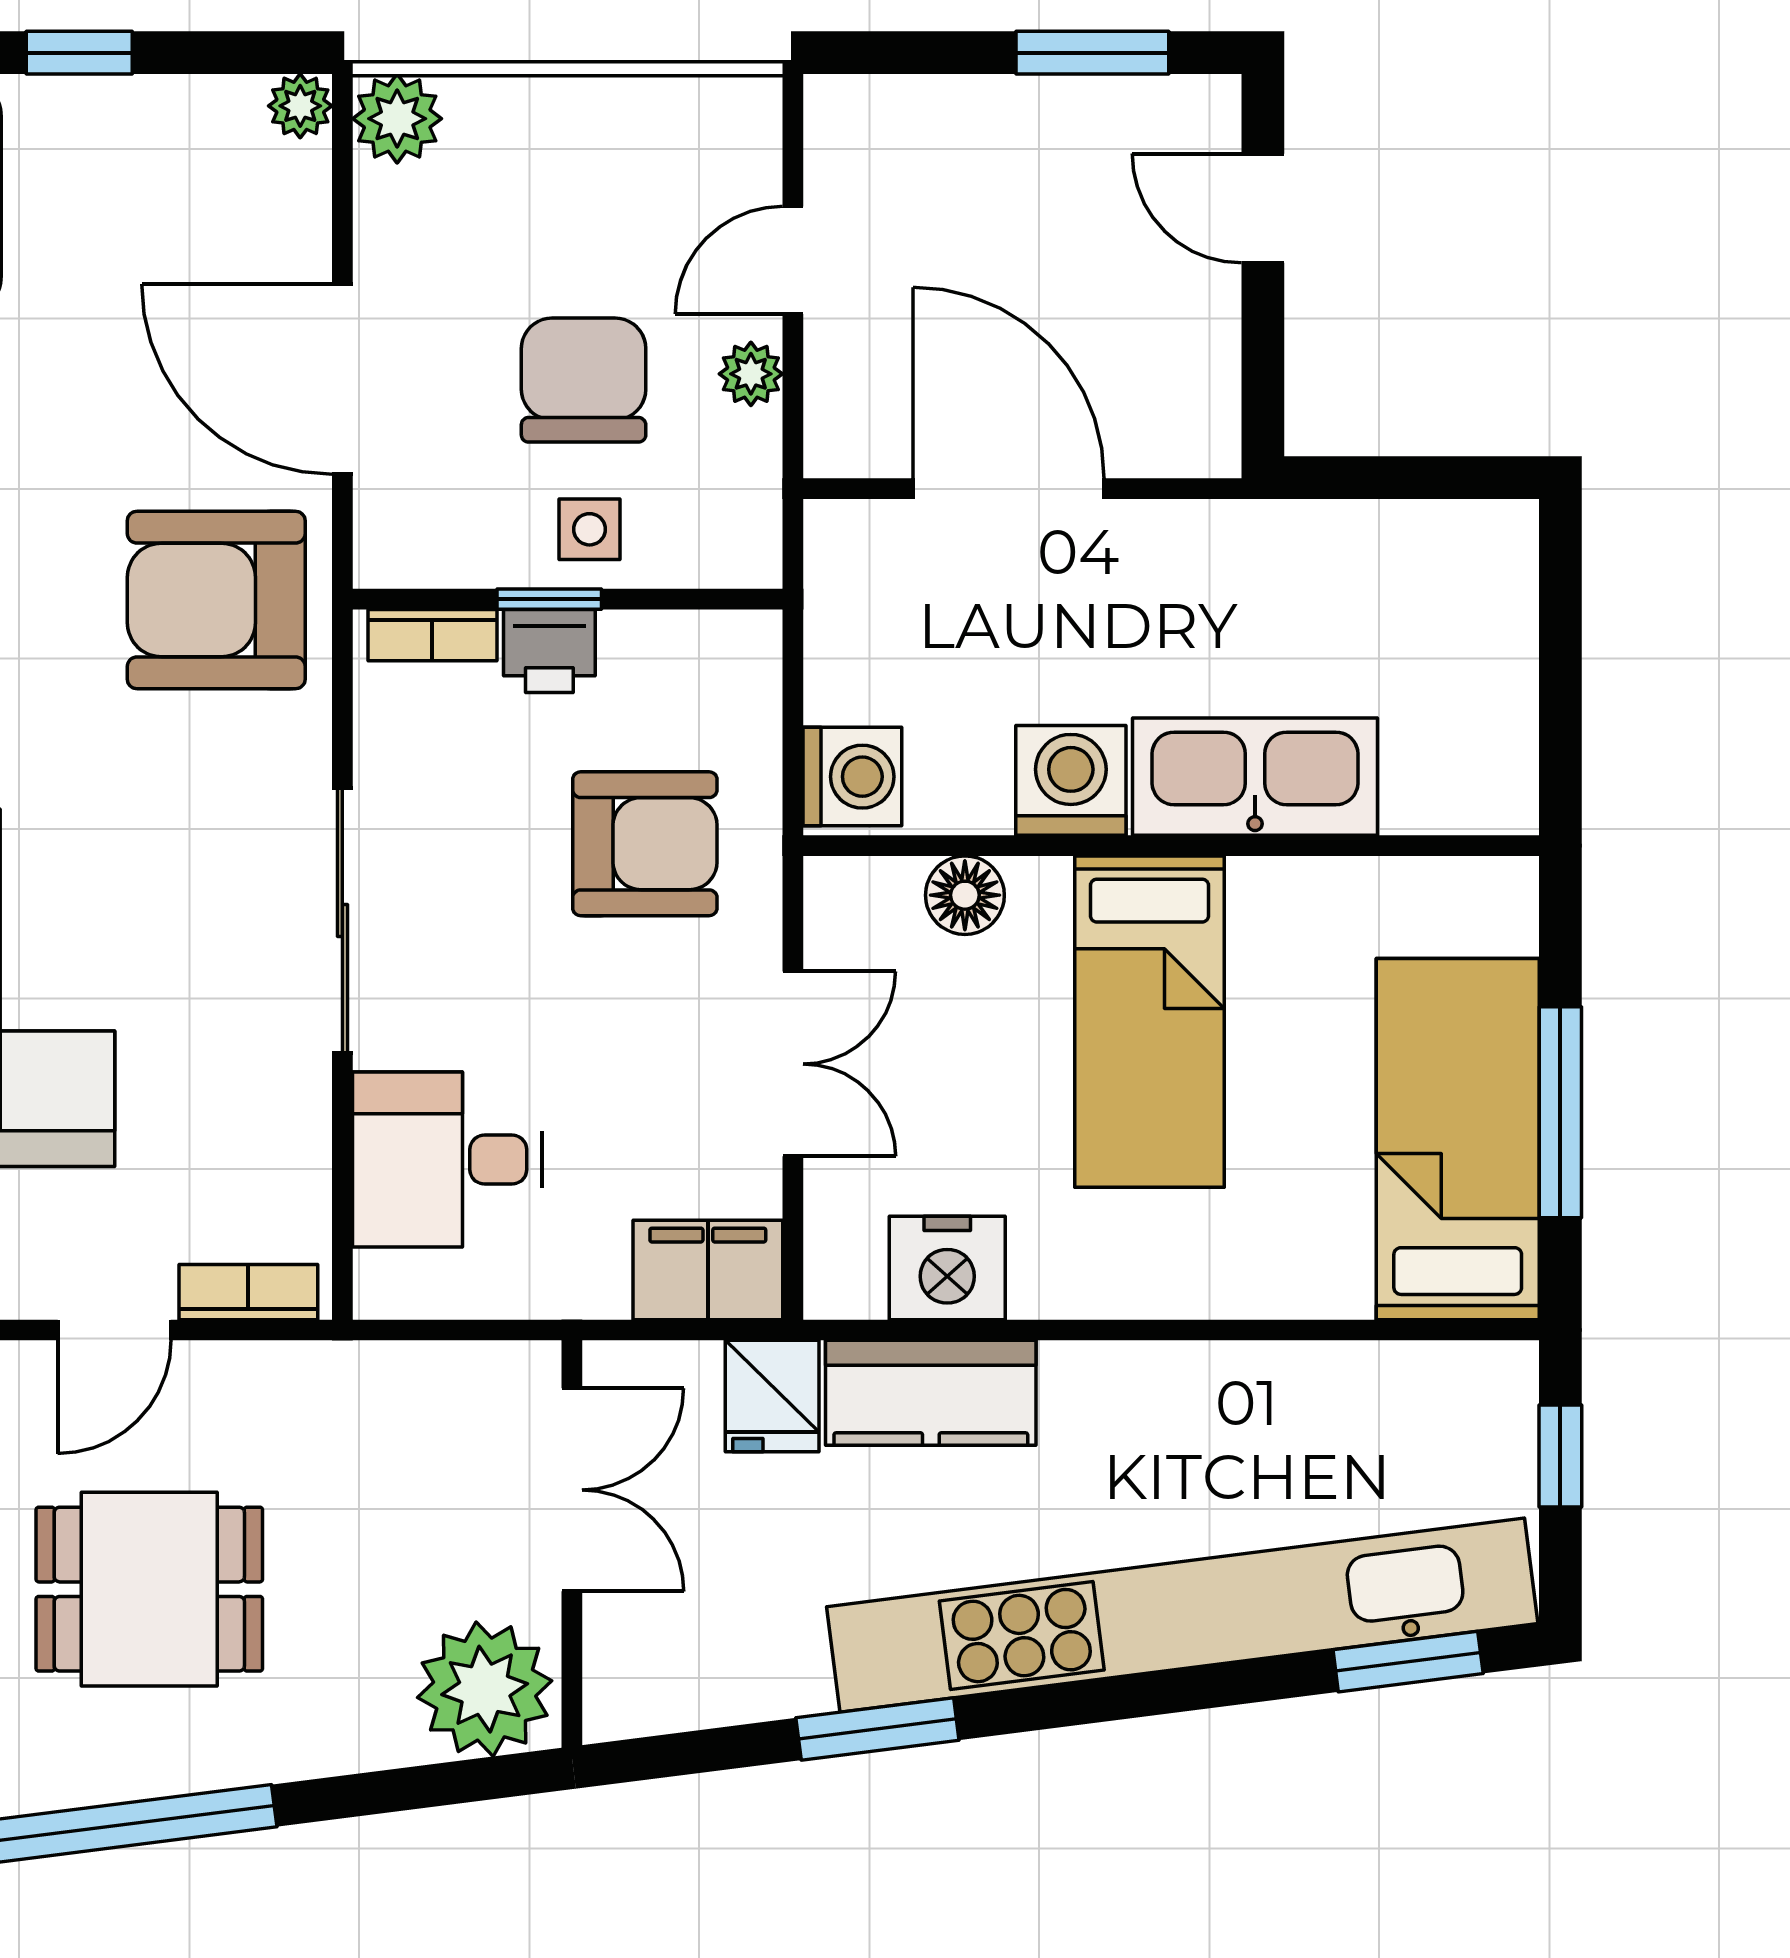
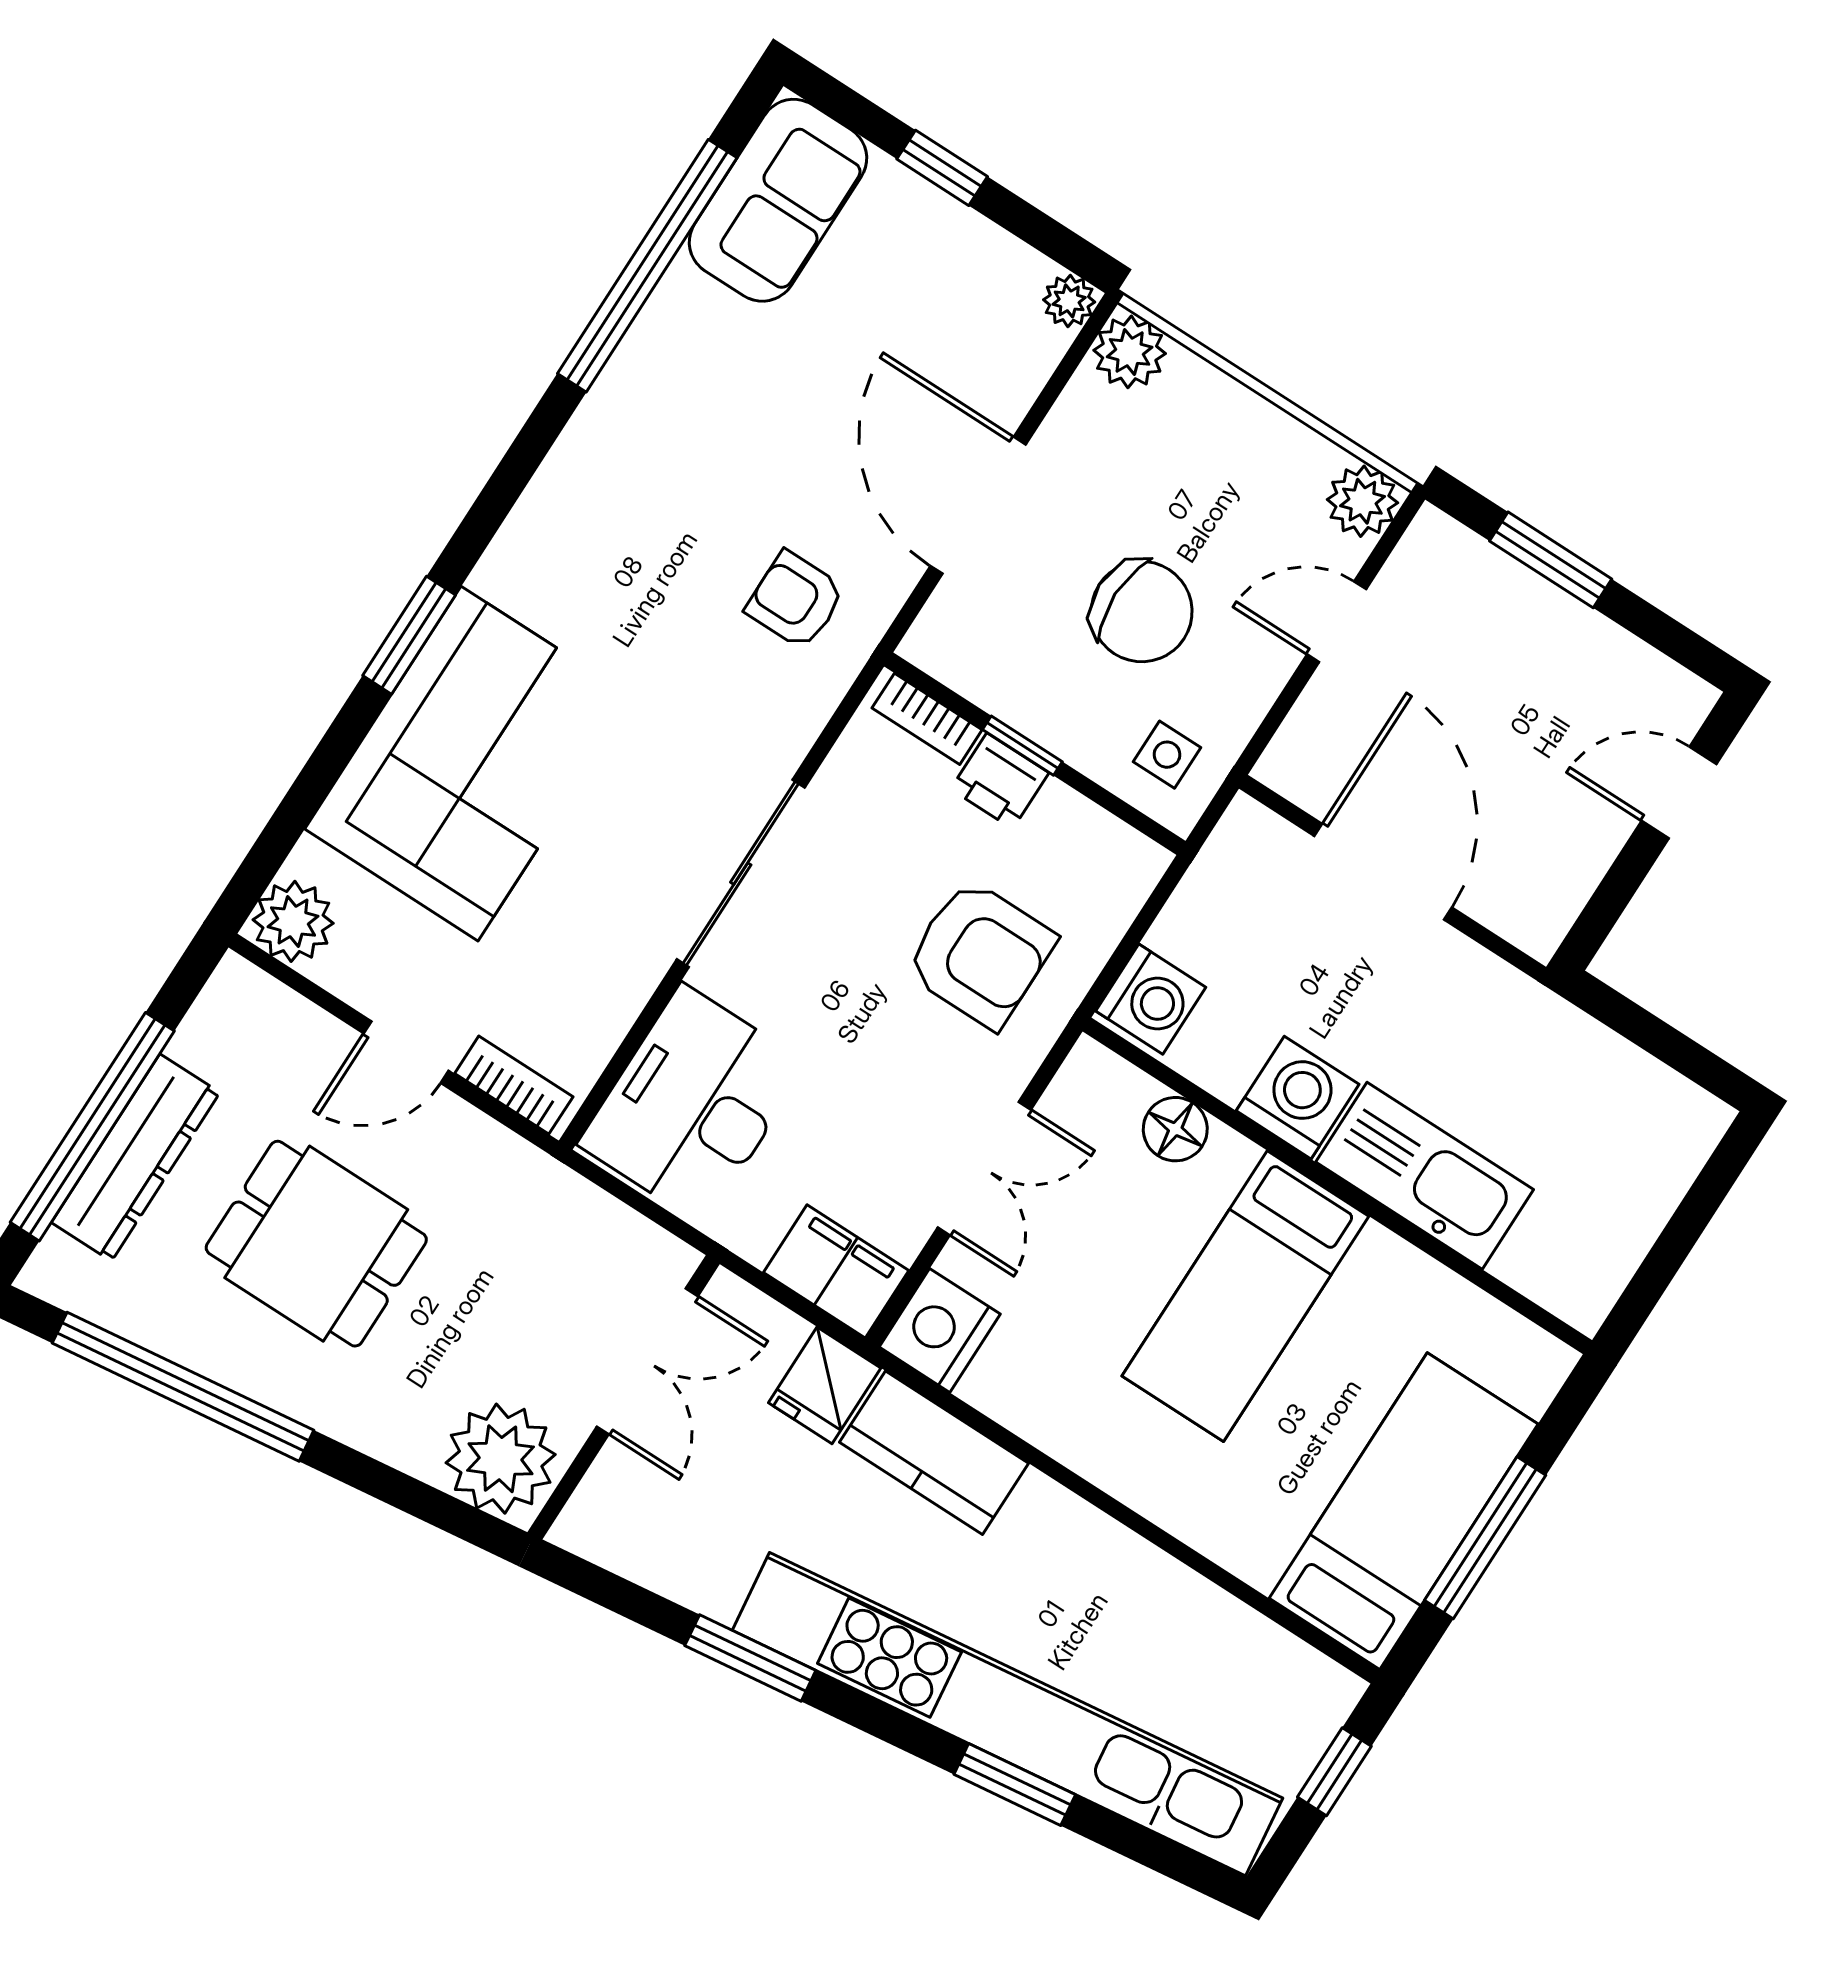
window: (1092, 53) -> (1551, 560), moved
door: (1263, 208) -> (1679, 793), hinge flipped
plant: (751, 374) -> (1362, 501), moved, width x1.38, depth x1.38
chair: (584, 380) -> (1142, 612), turned 90
side table: (589, 529) -> (1167, 755), moved
armchair: (216, 600) -> (795, 600), width x0.53, depth x0.53
desk: (447, 1160) -> (693, 1104), width x1.37
nightstand: (947, 1268) -> (940, 1330), moved, turned 90
window: (1408, 1662) -> (1015, 1784), moved

